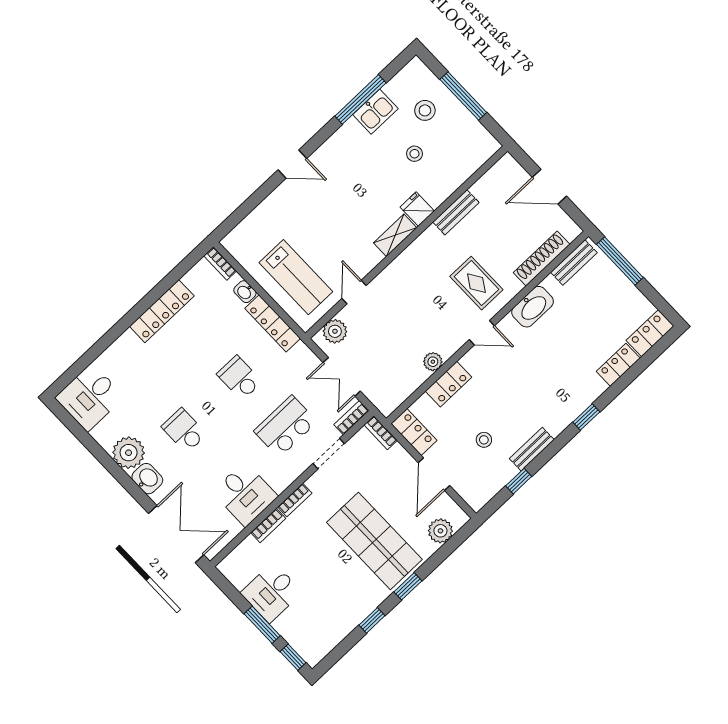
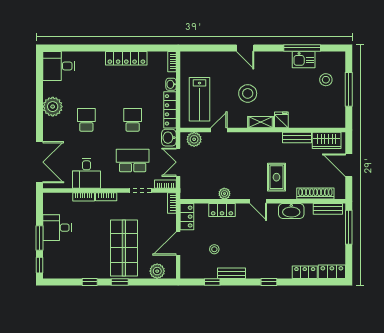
stool: (415, 154) -> (248, 93), moved, width x1.89, depth x1.89
wardrobe: (494, 182) -> (327, 140), added
washbasin: (147, 479) -> (169, 138), moved, turned 180

